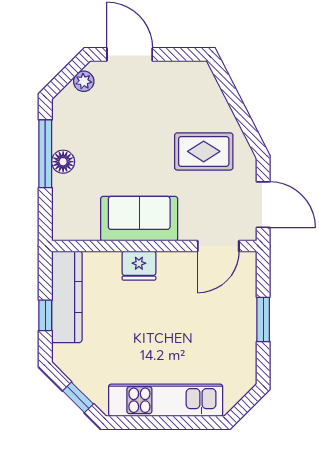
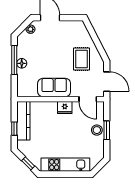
rug: (204, 151) -> (81, 59), turned 90
door: (218, 246) -> (88, 99), hinge flipped
fridge: (139, 266) -> (65, 107), moved
stool: (240, 319) -> (97, 130), added

